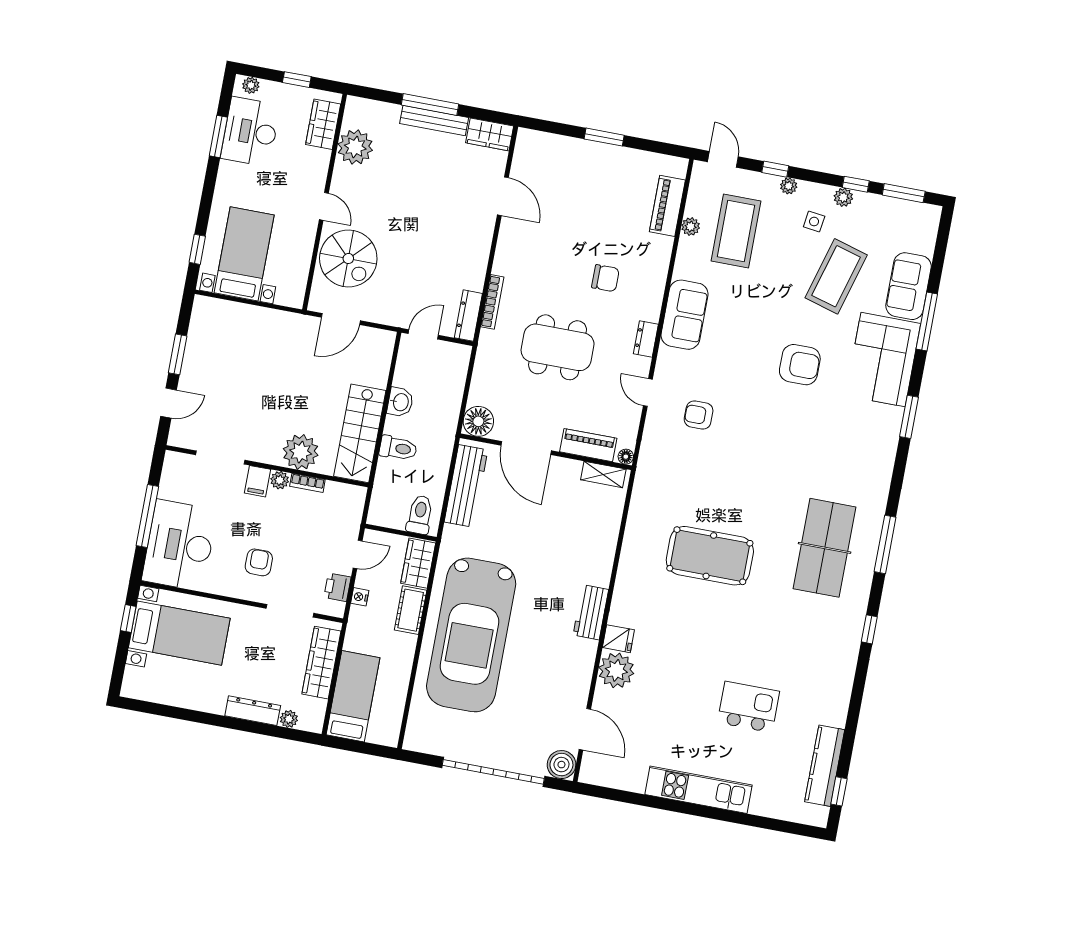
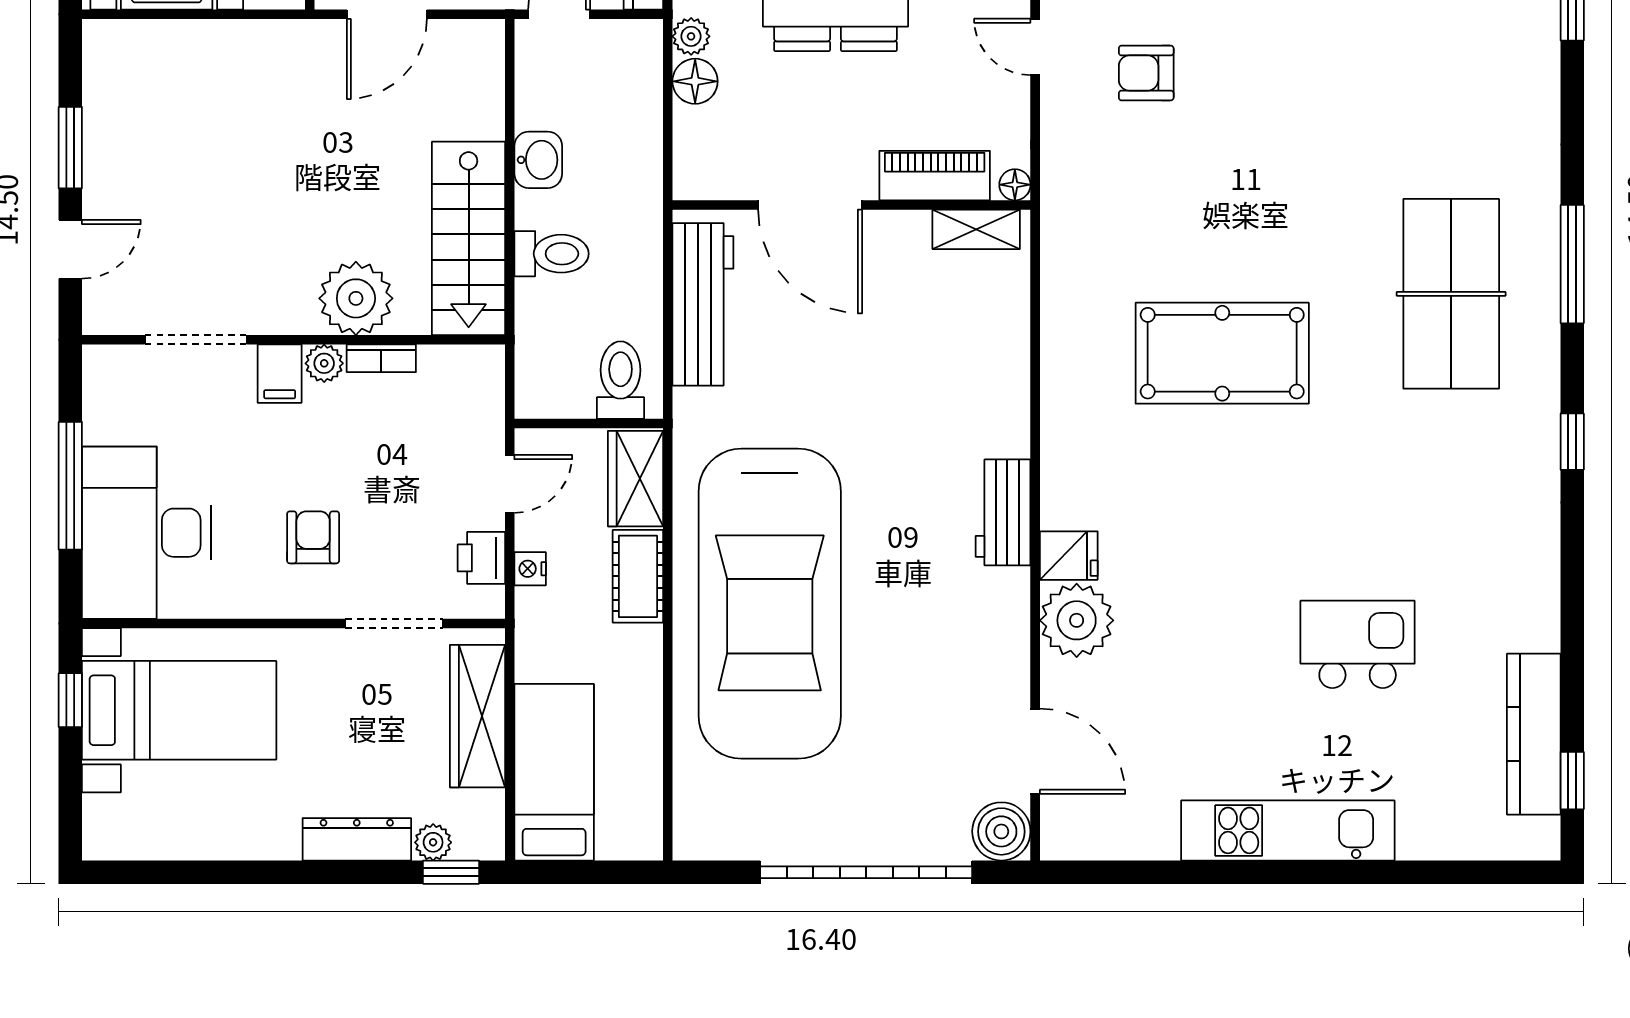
plant: (484, 357) -> (691, 36), added
floor lamp: (478, 421) -> (695, 81), moved, width x0.73, depth x0.73
window: (295, 735) -> (451, 872), added

